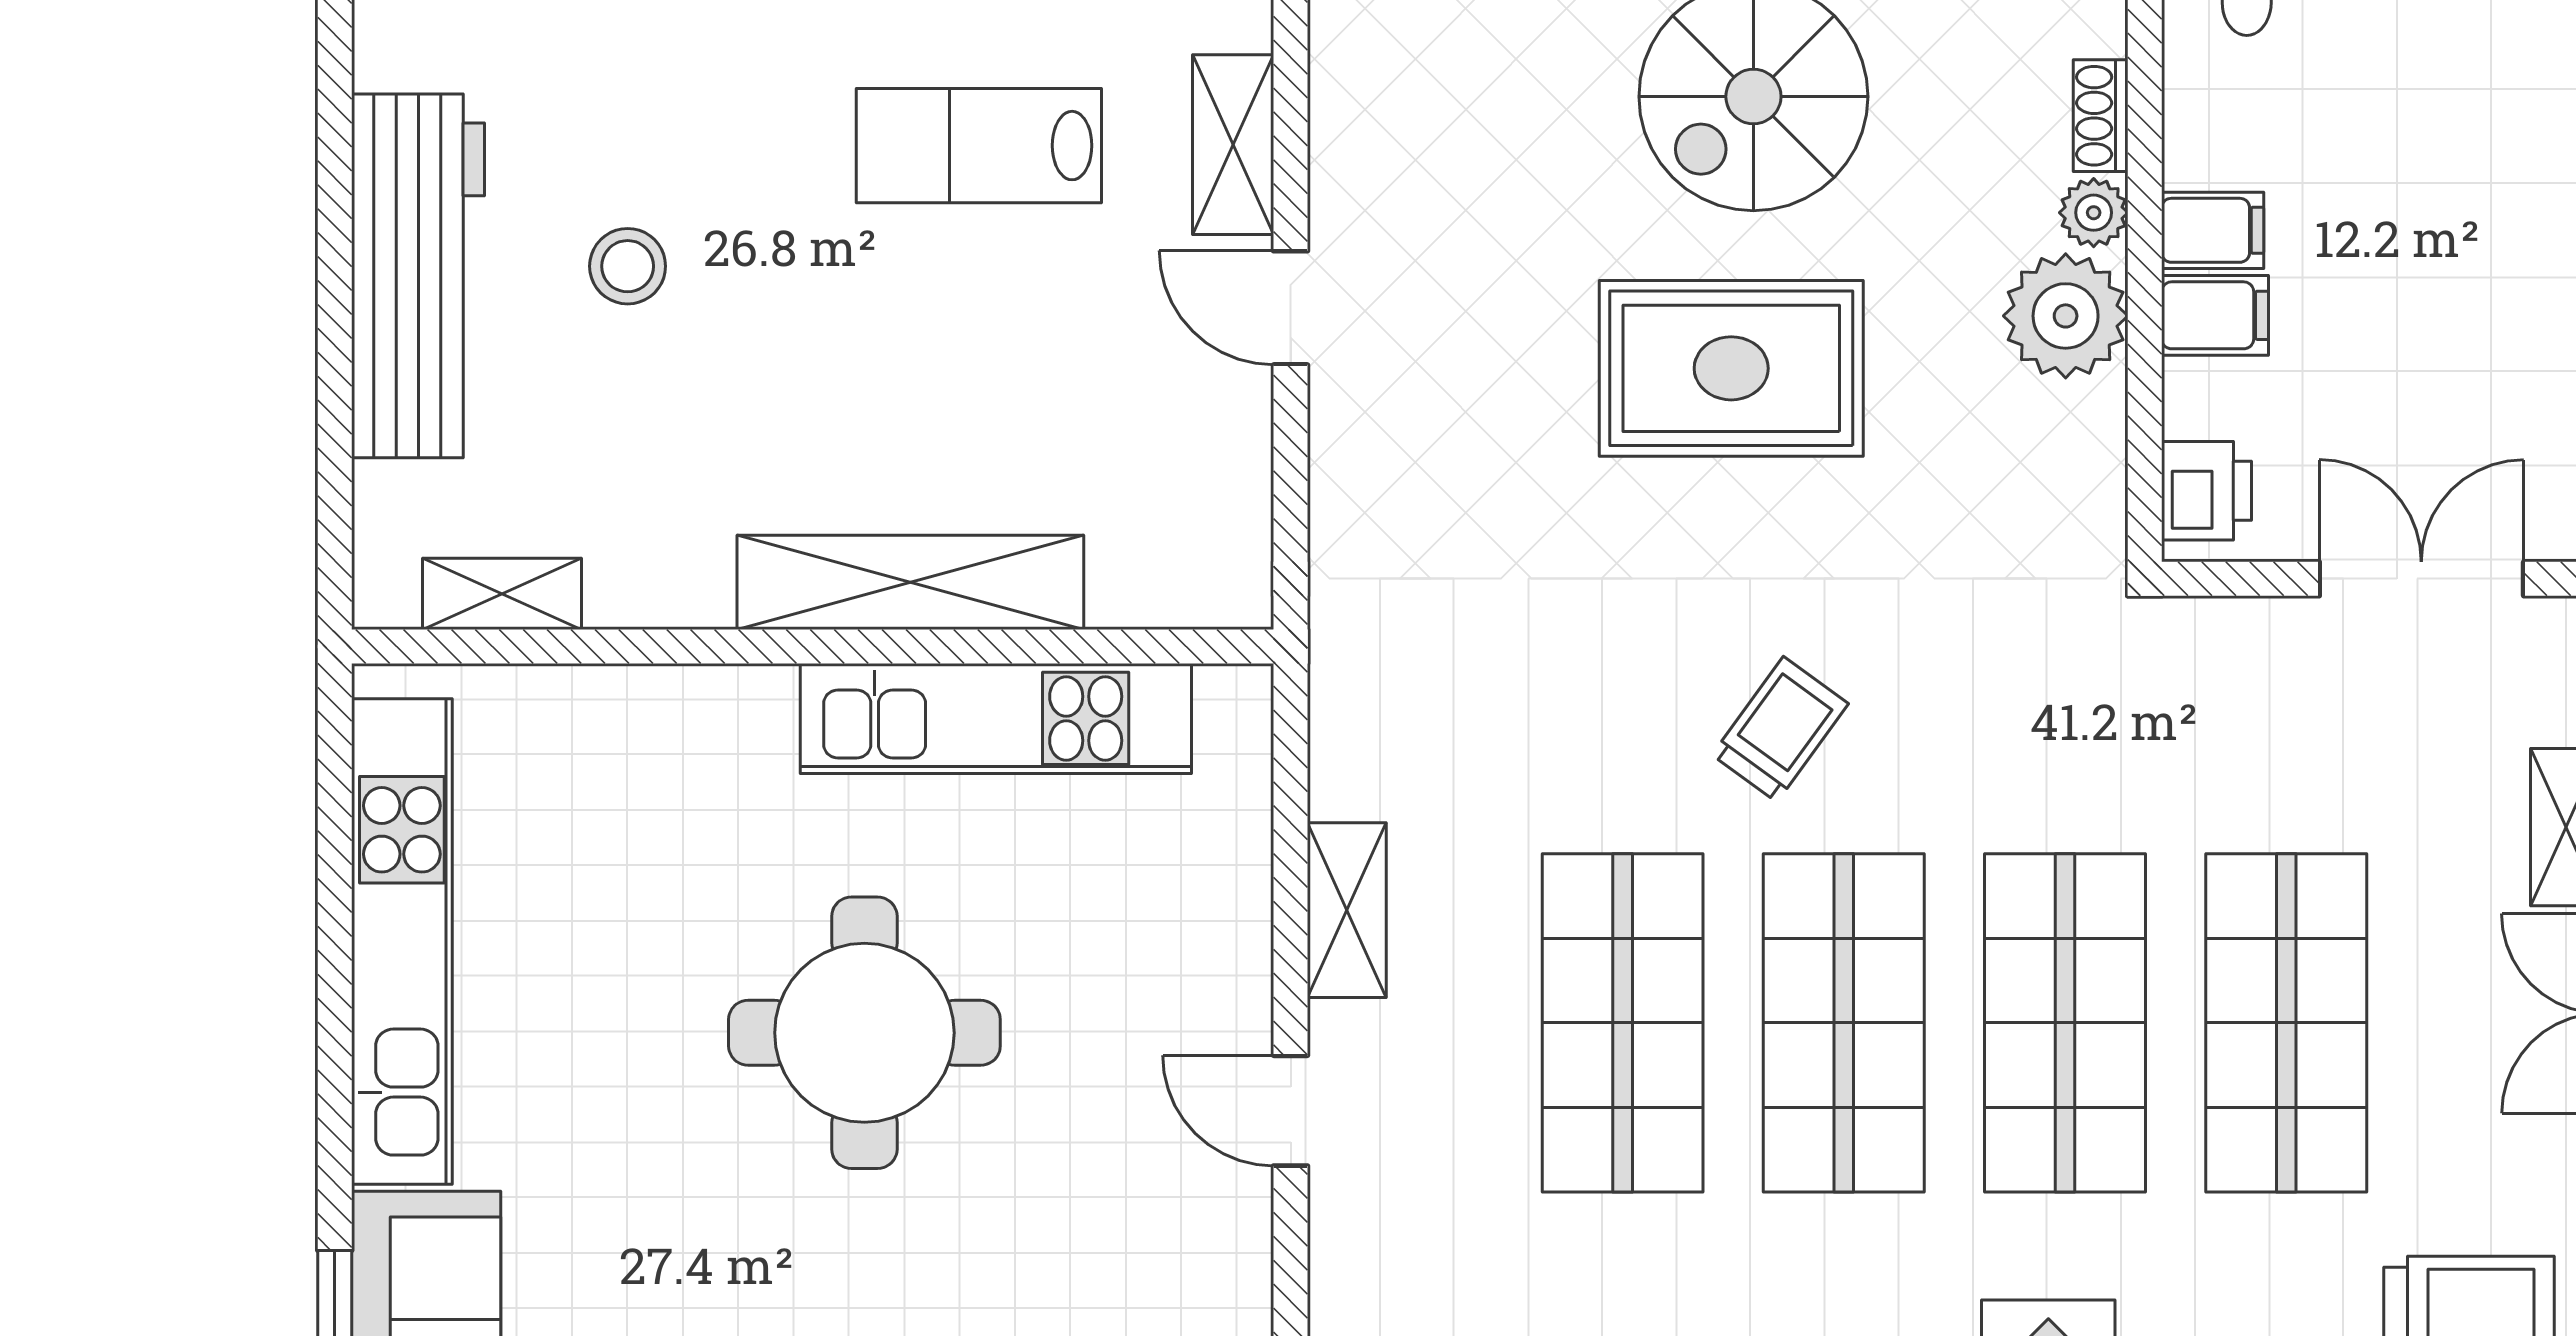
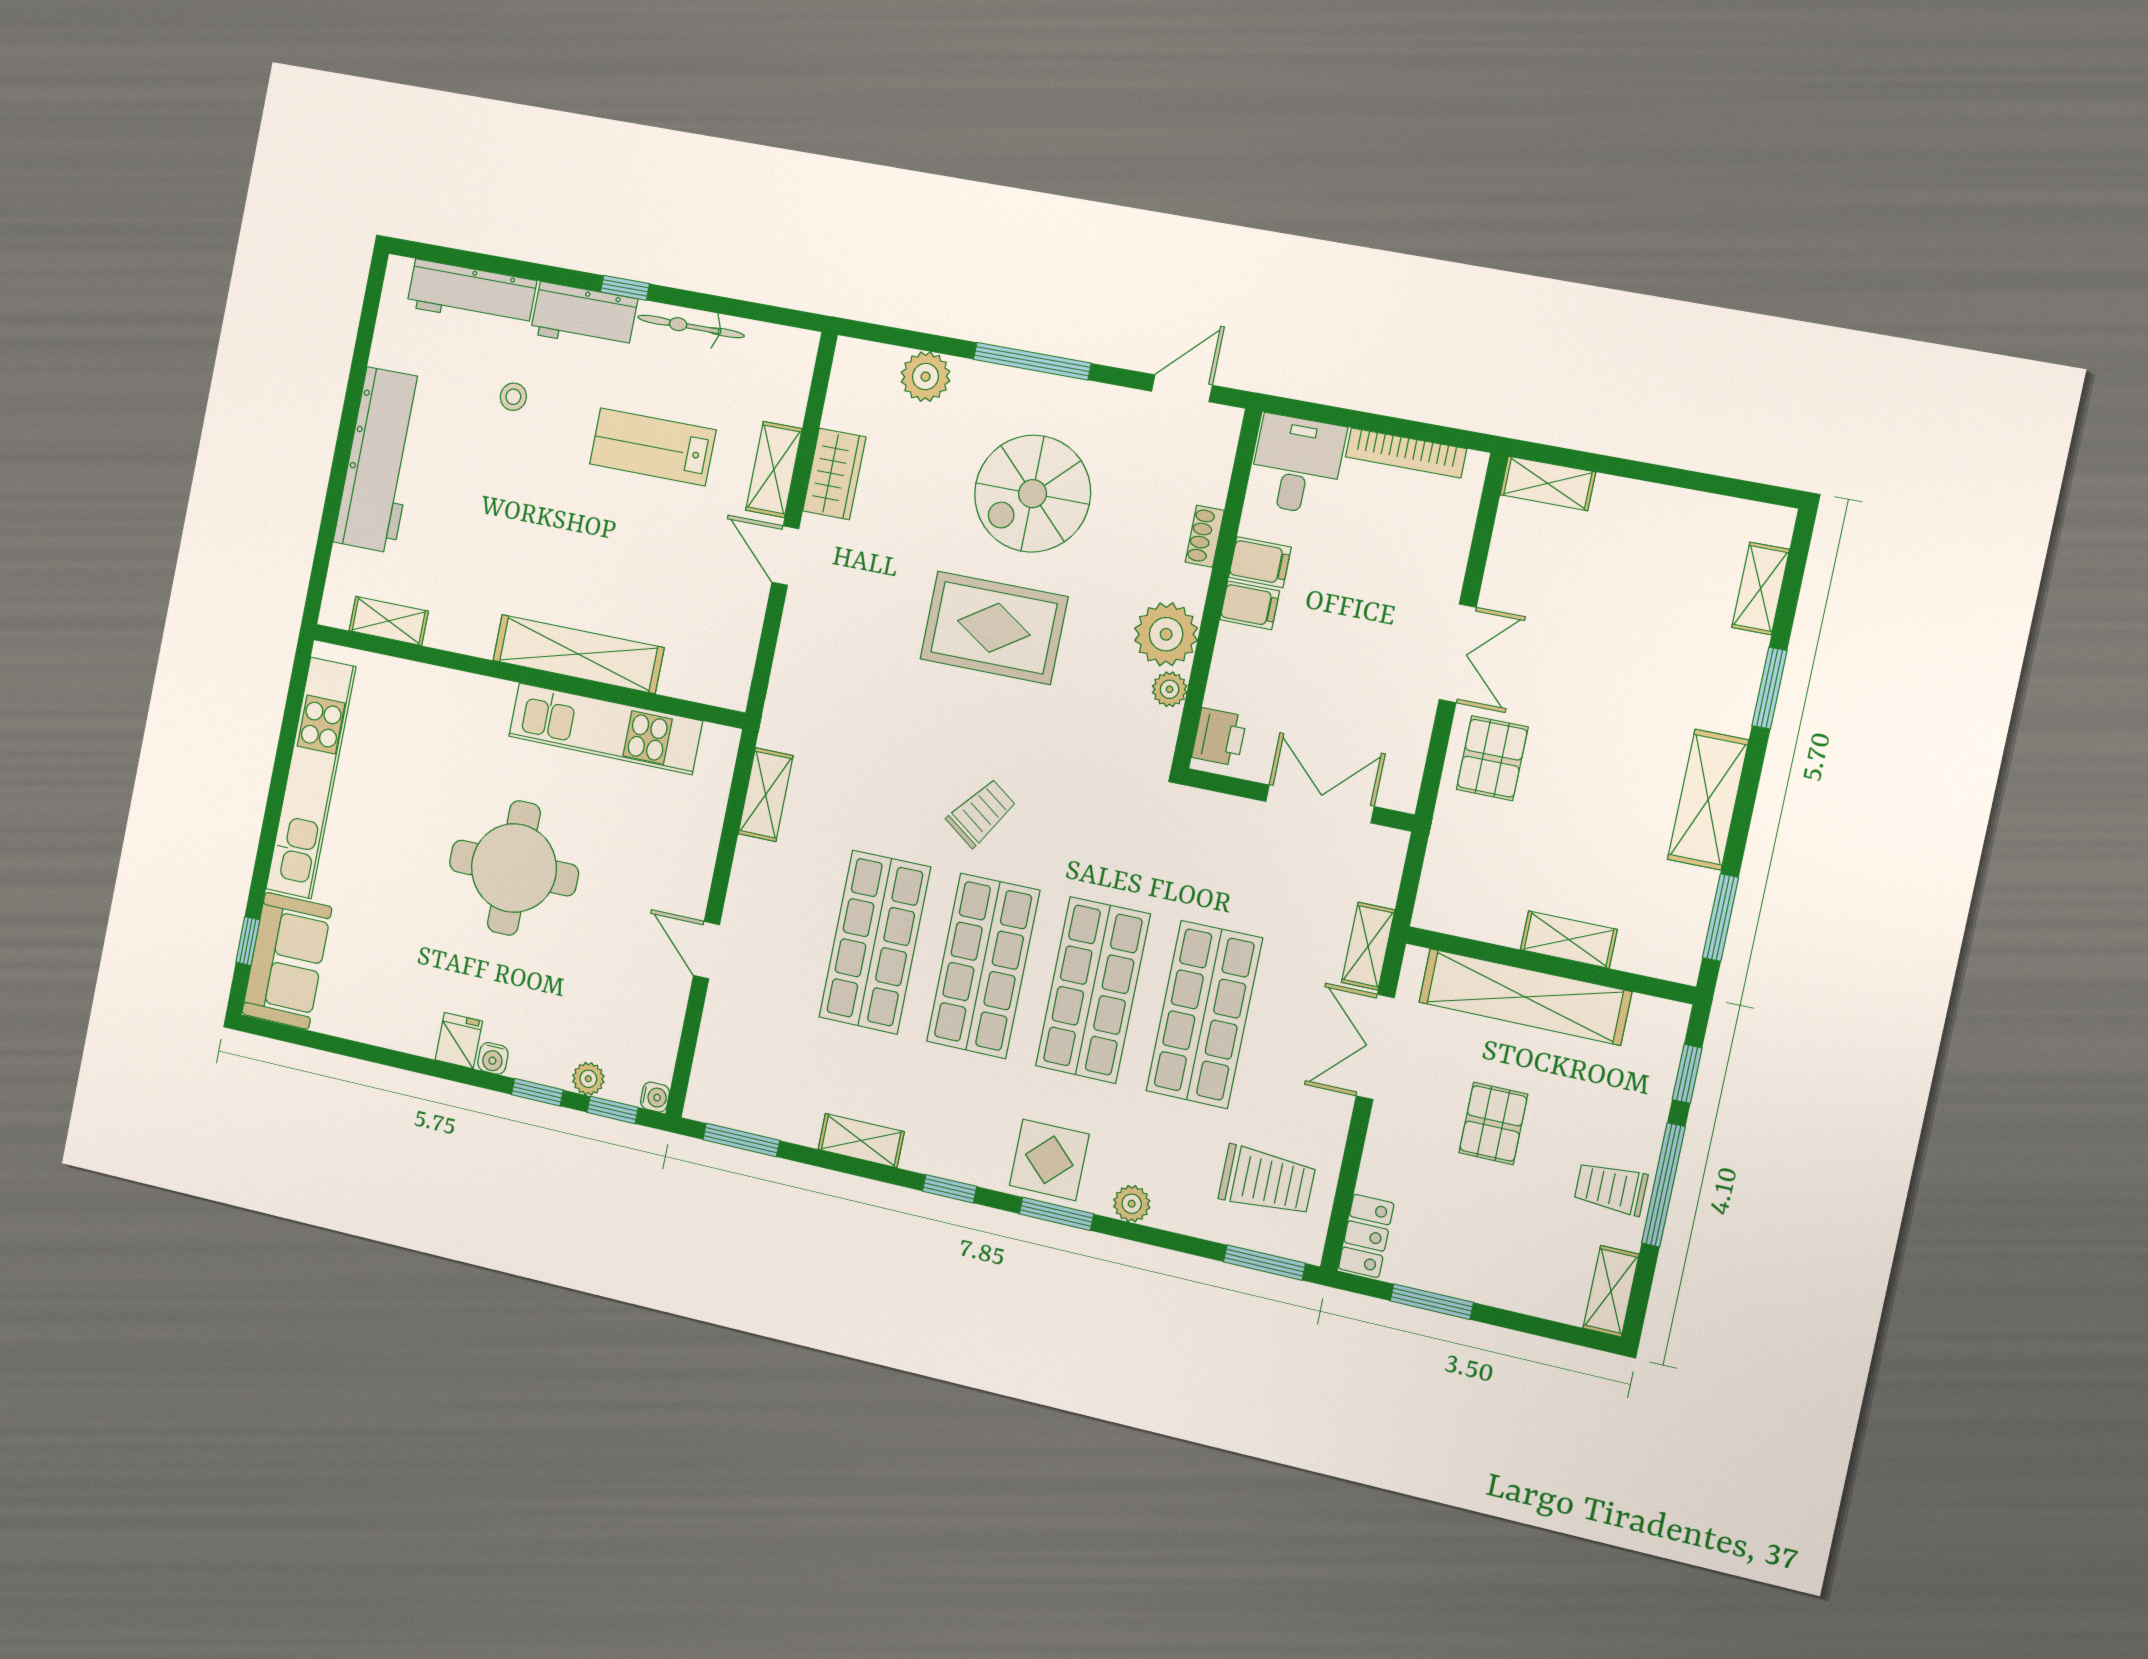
wardrobe: (1356, 131) -> (834, 474), added
plant: (2094, 213) -> (1170, 689), moved
stool: (628, 266) -> (513, 397), moved, width x0.73, depth x0.73
filing cabinet: (2215, 315) -> (1260, 562), moved
shelving: (1347, 910) -> (766, 795), moved

